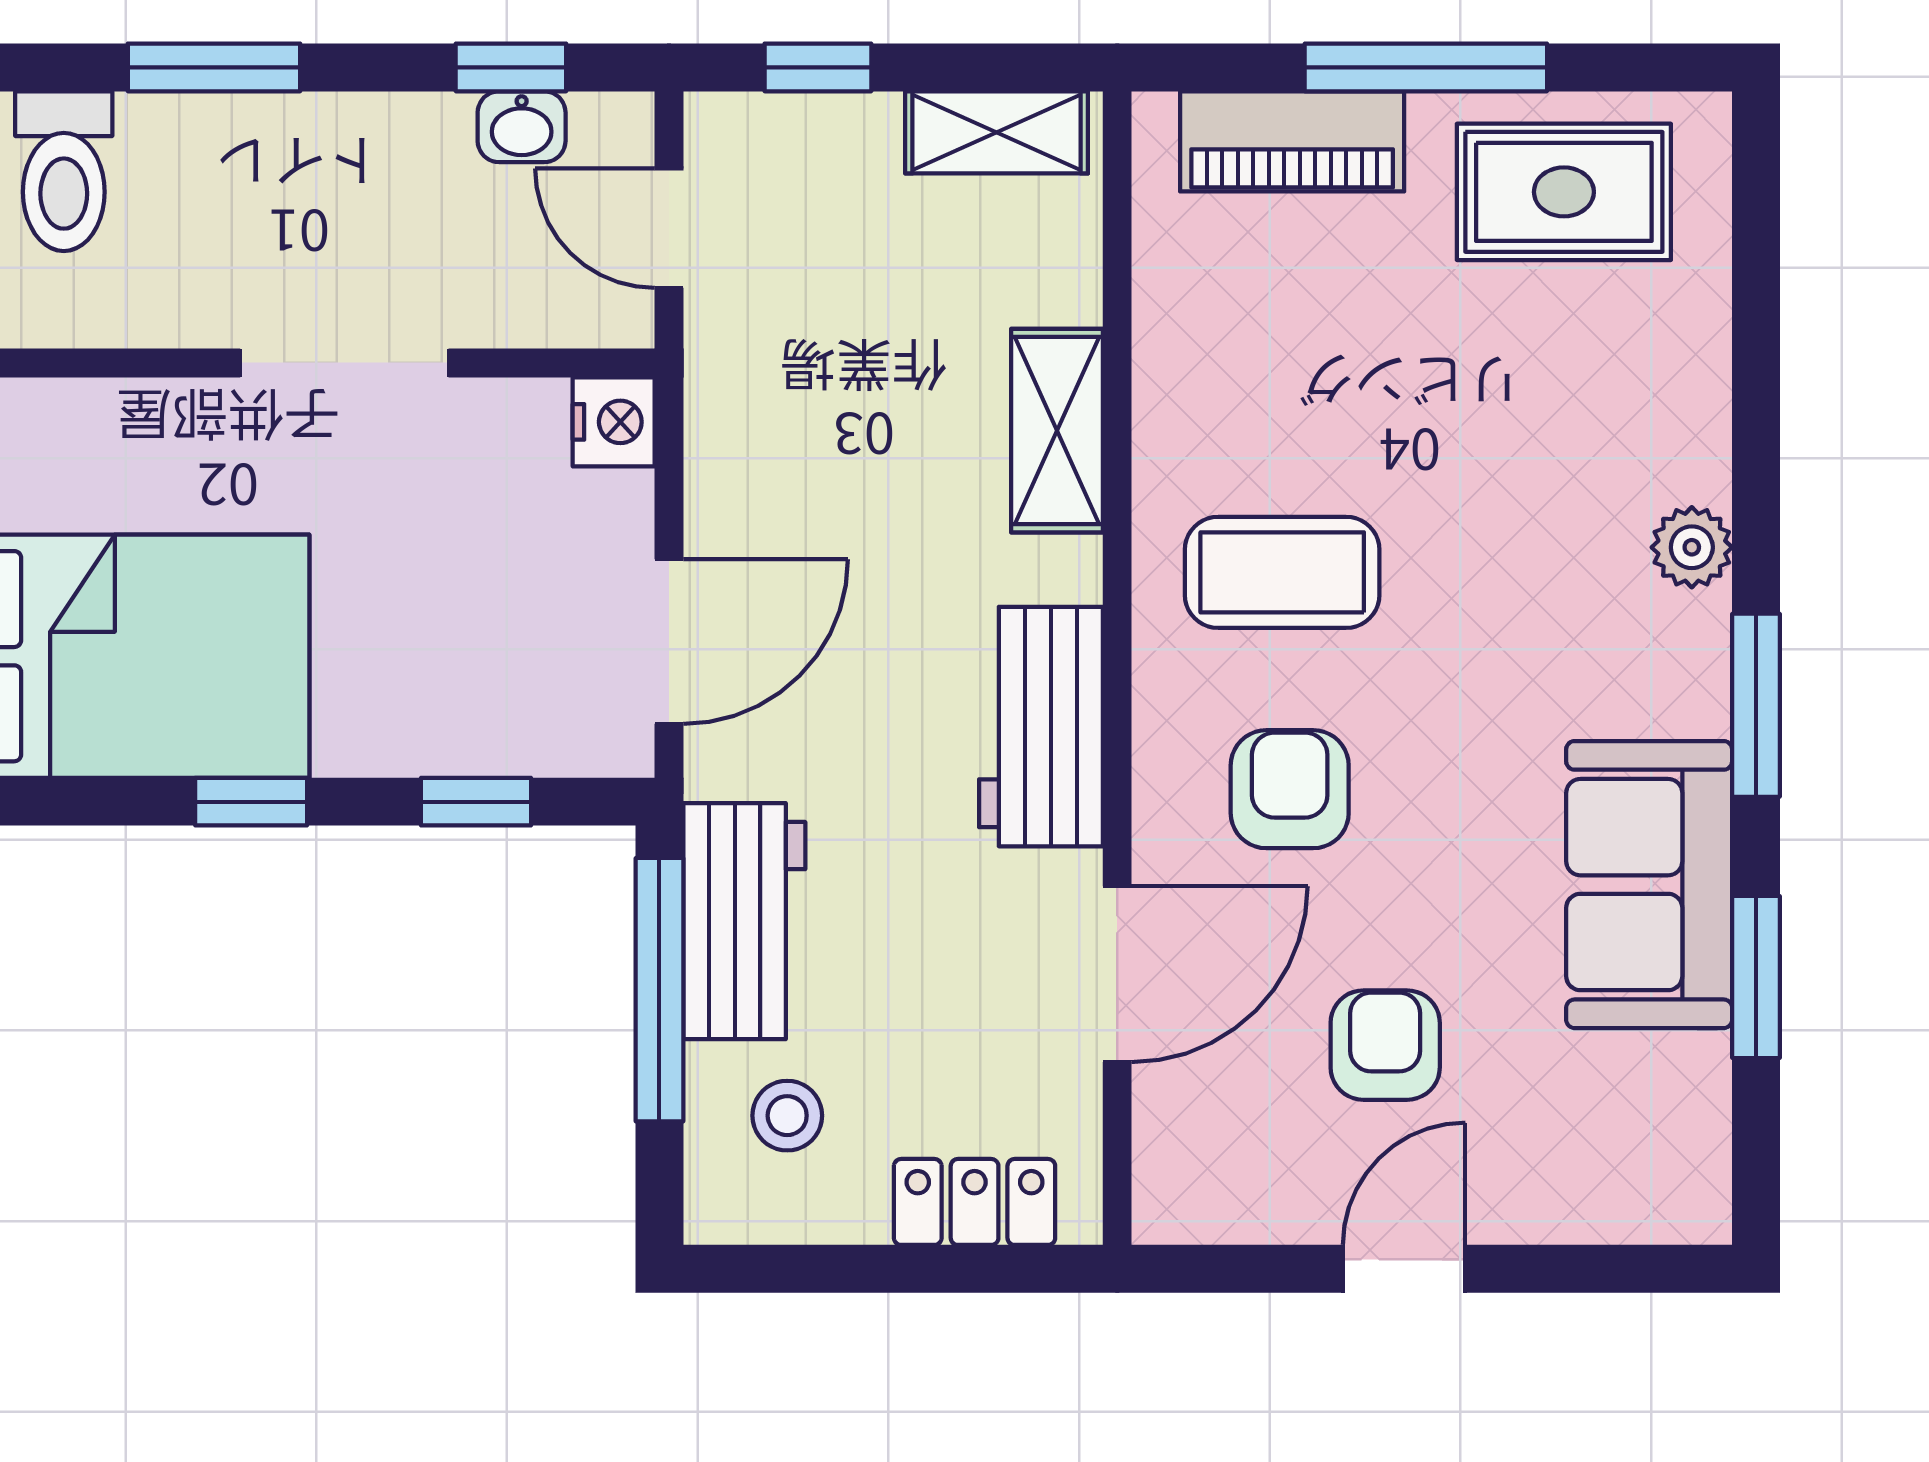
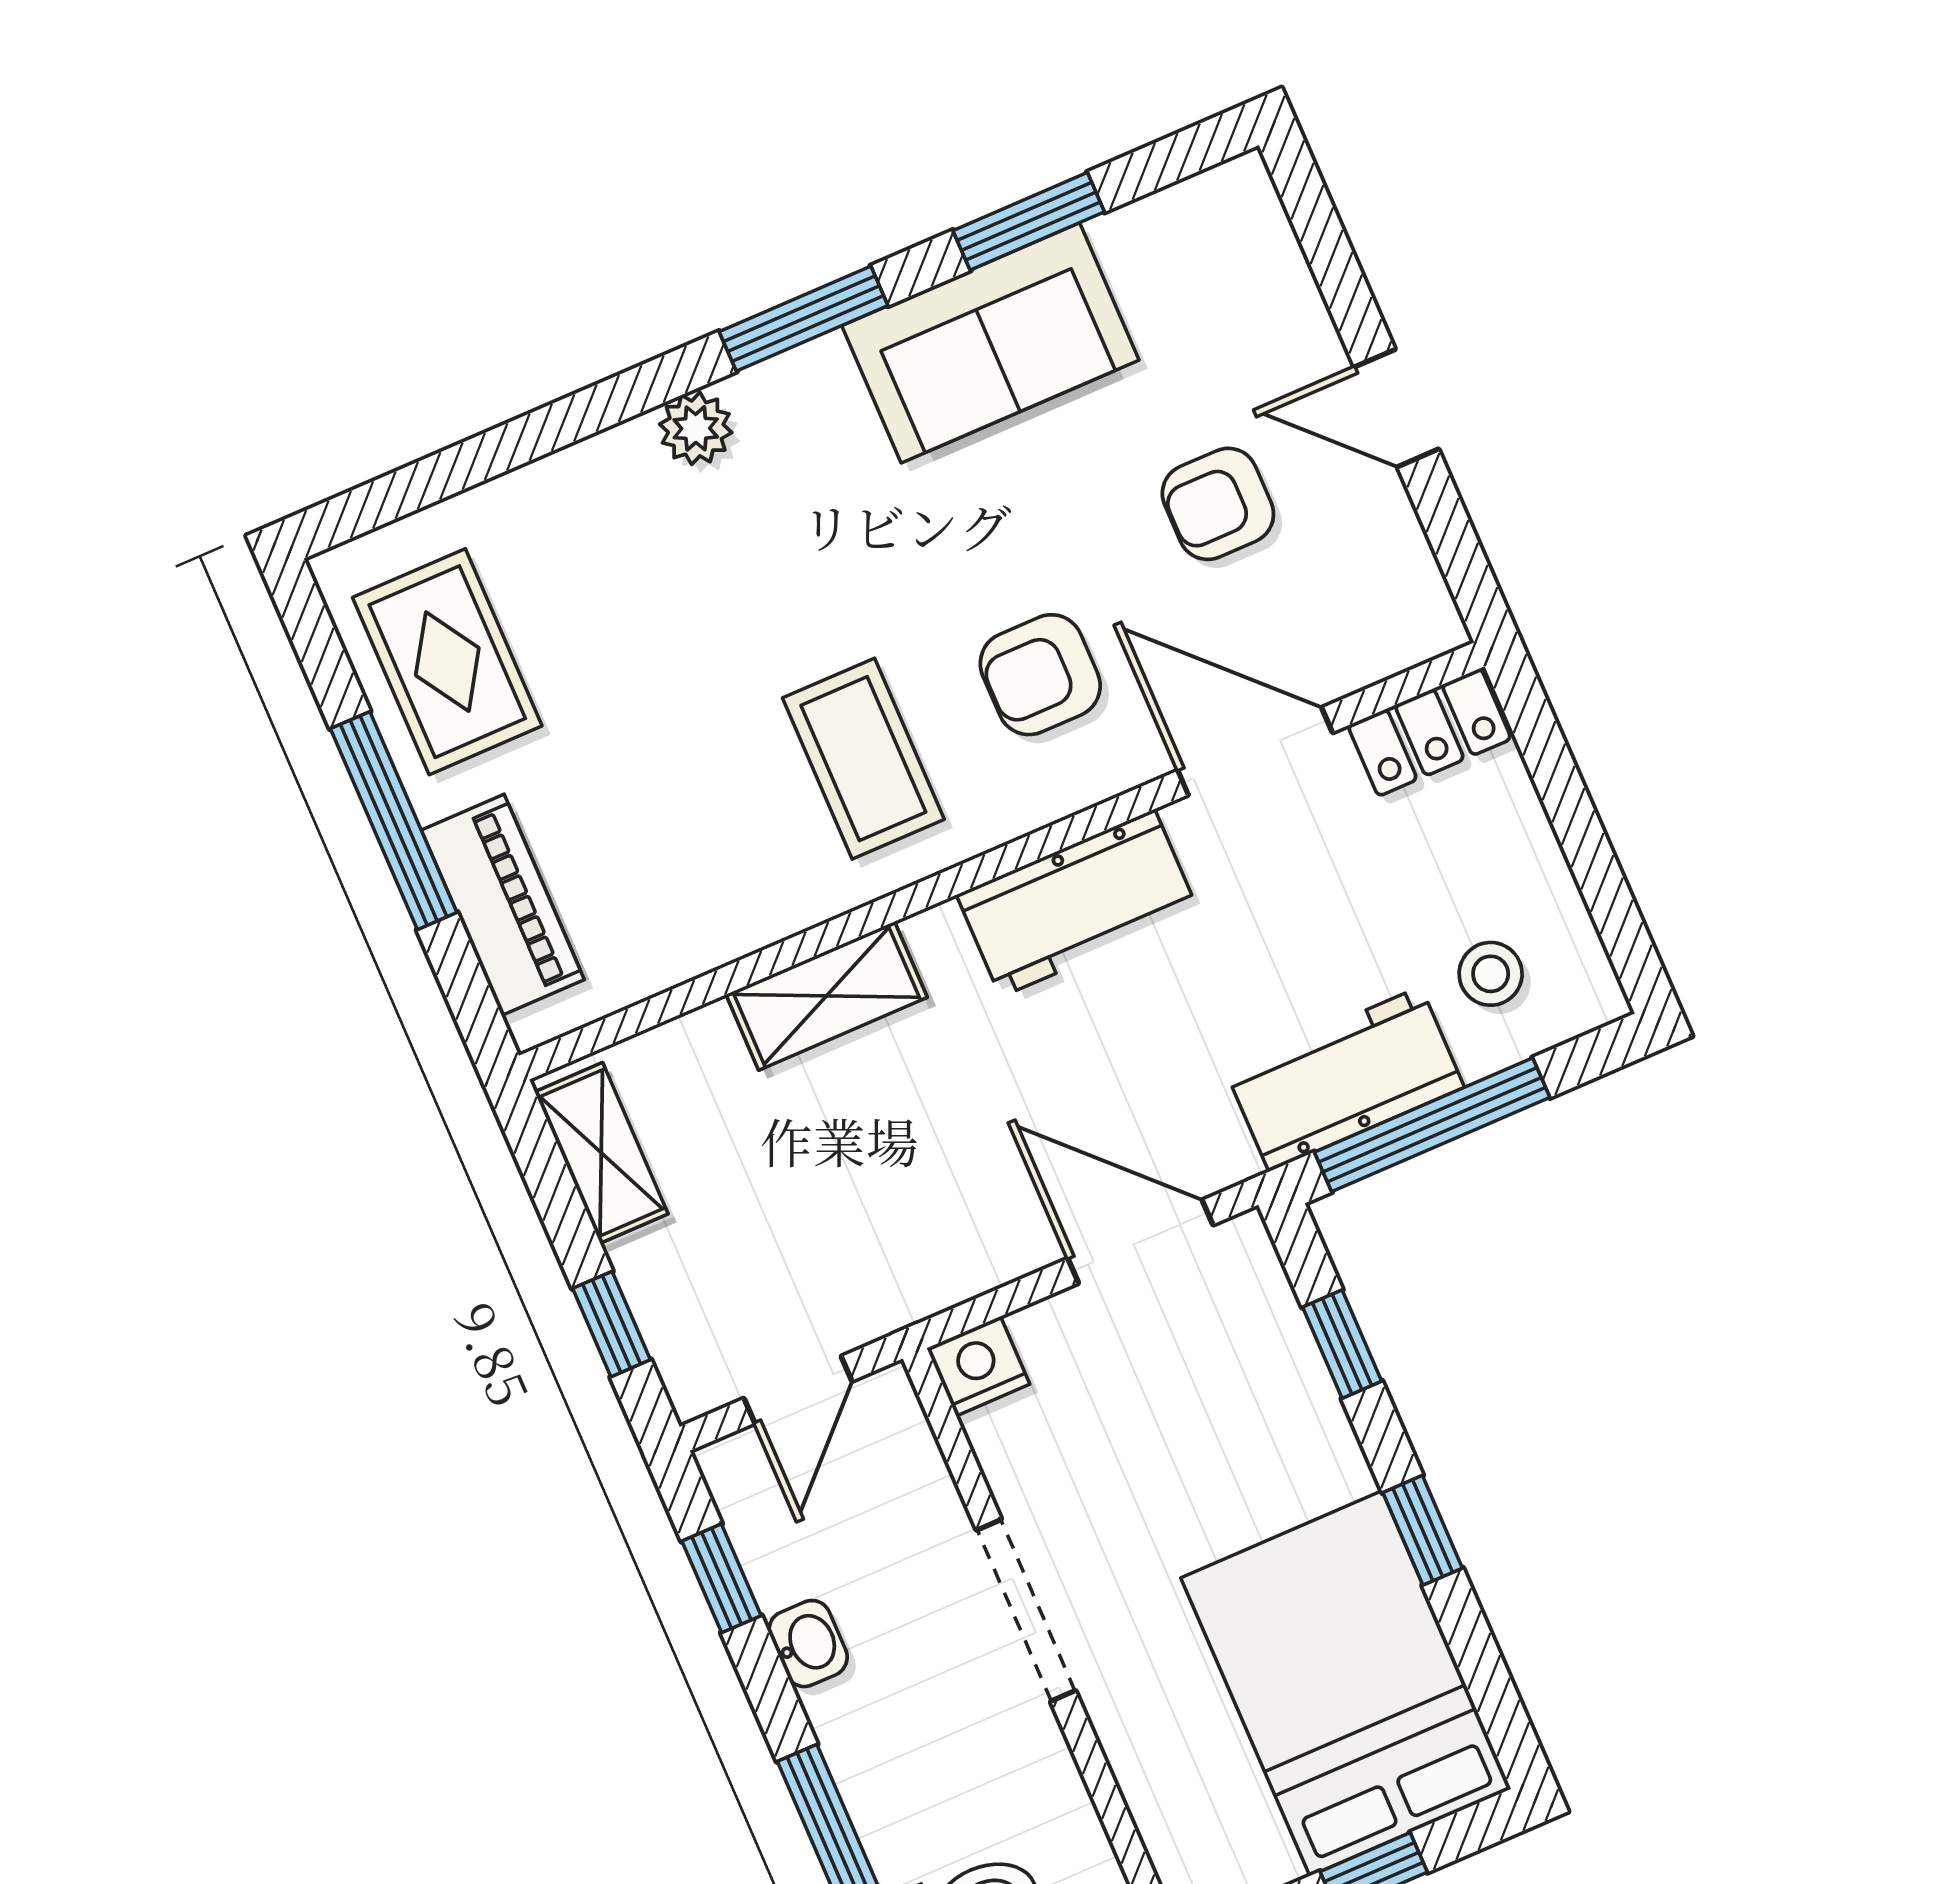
washbasin: (522, 127) -> (808, 1644), moved
locker: (975, 1202) -> (1430, 732), moved, turned -90

